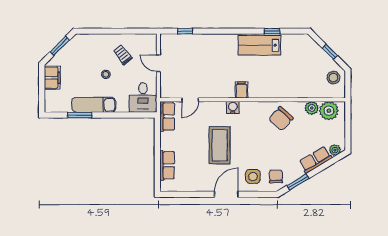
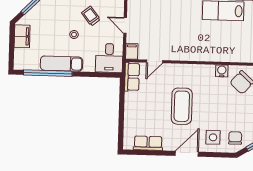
filing cabinet: (241, 90) -> (132, 51), moved
water cooler: (233, 107) -> (222, 71), moved
window: (80, 115) -> (48, 73), width x2.11
row of seats: (167, 165) -> (148, 143), moved, turned -90

